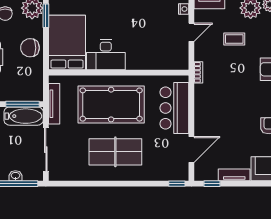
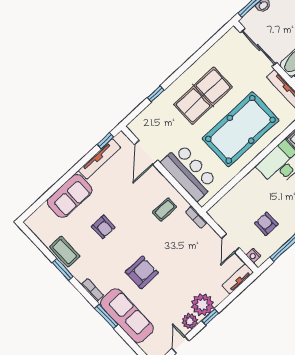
armchair: (154, 23) -> (266, 224), added
coffee table: (234, 39) -> (164, 210), moved
tv unit: (234, 175) -> (99, 159), width x1.41
window: (177, 184) -> (156, 94), moved

